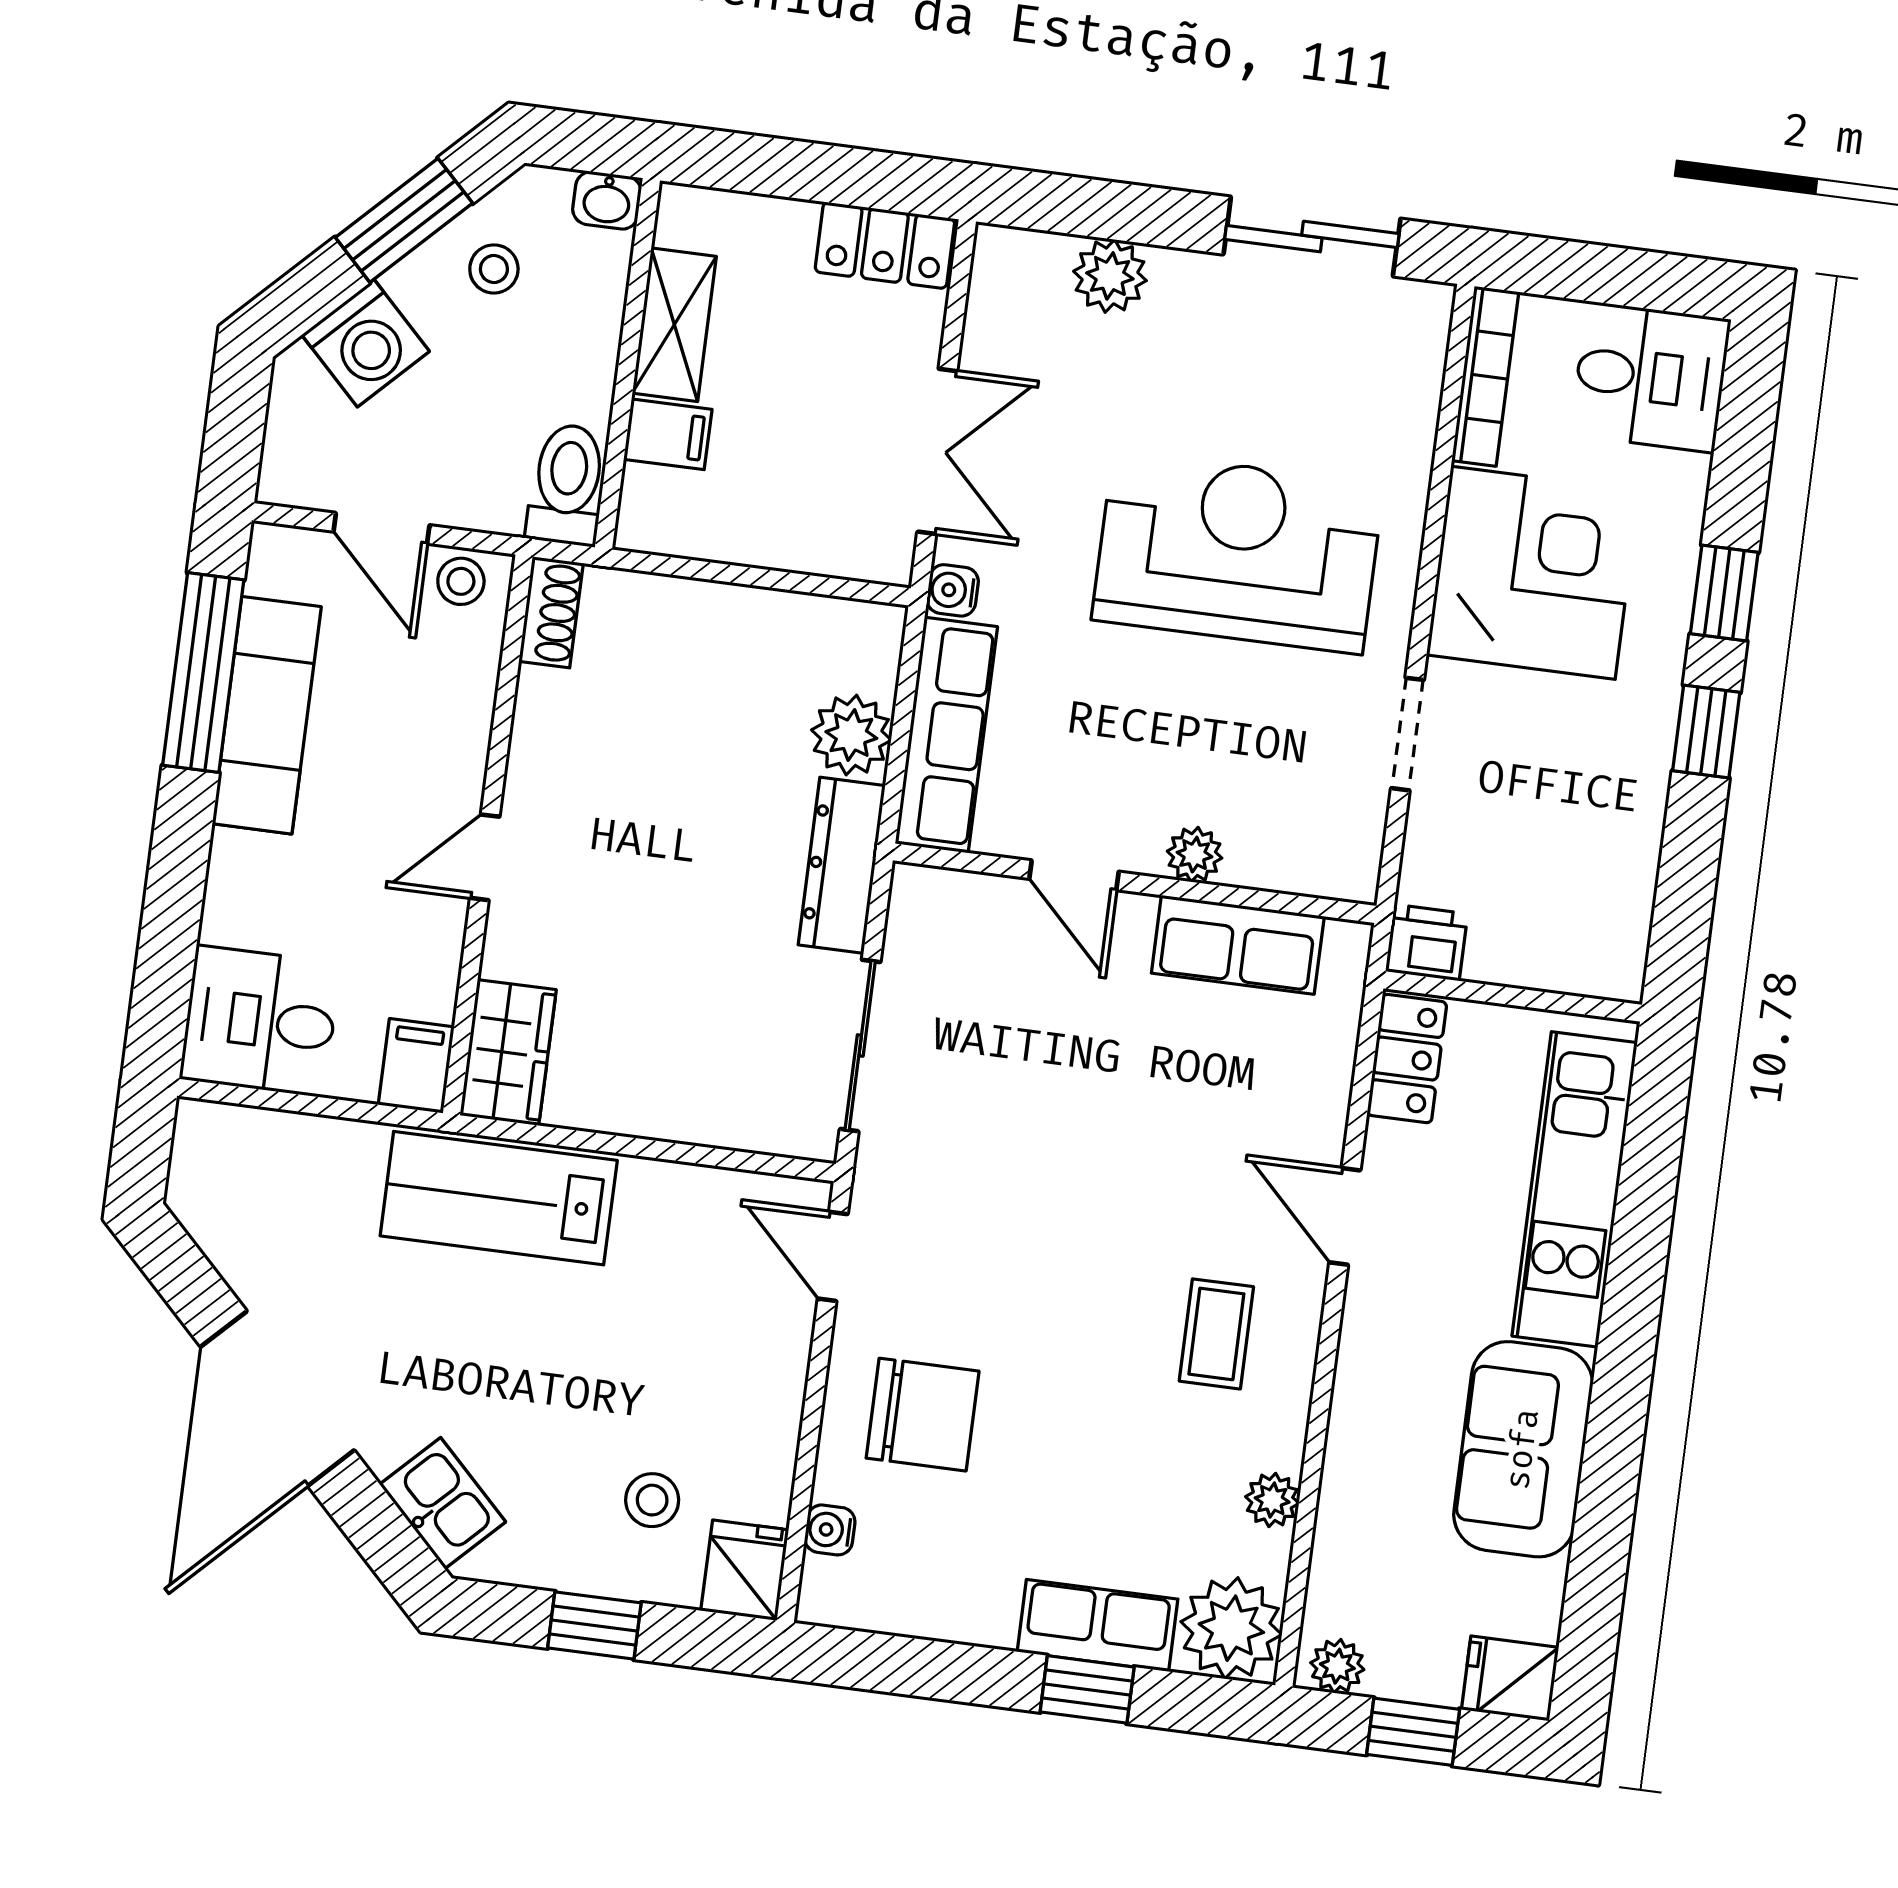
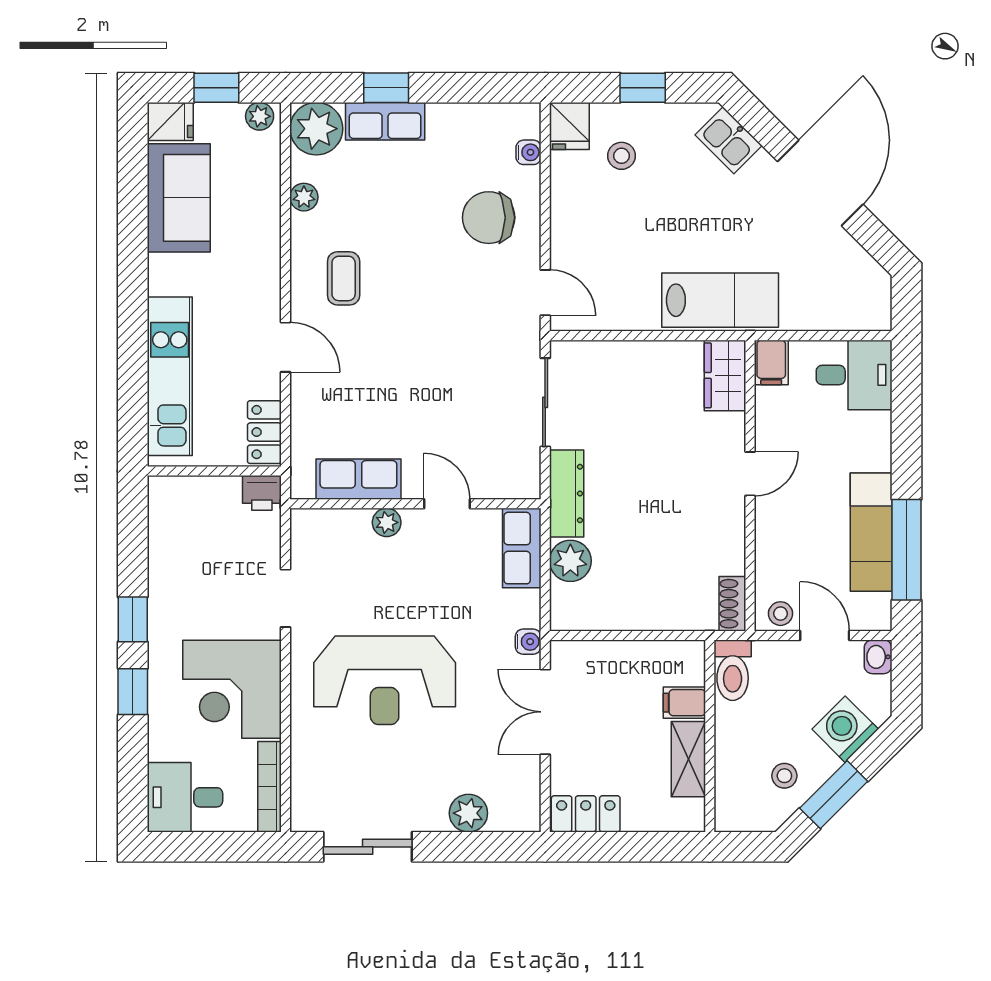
washbasin: (607, 200) -> (878, 657), moved, turned -90
row of seats: (946, 735) -> (522, 548), width x0.68
sofa: (1523, 1449) -> (179, 198), moved

